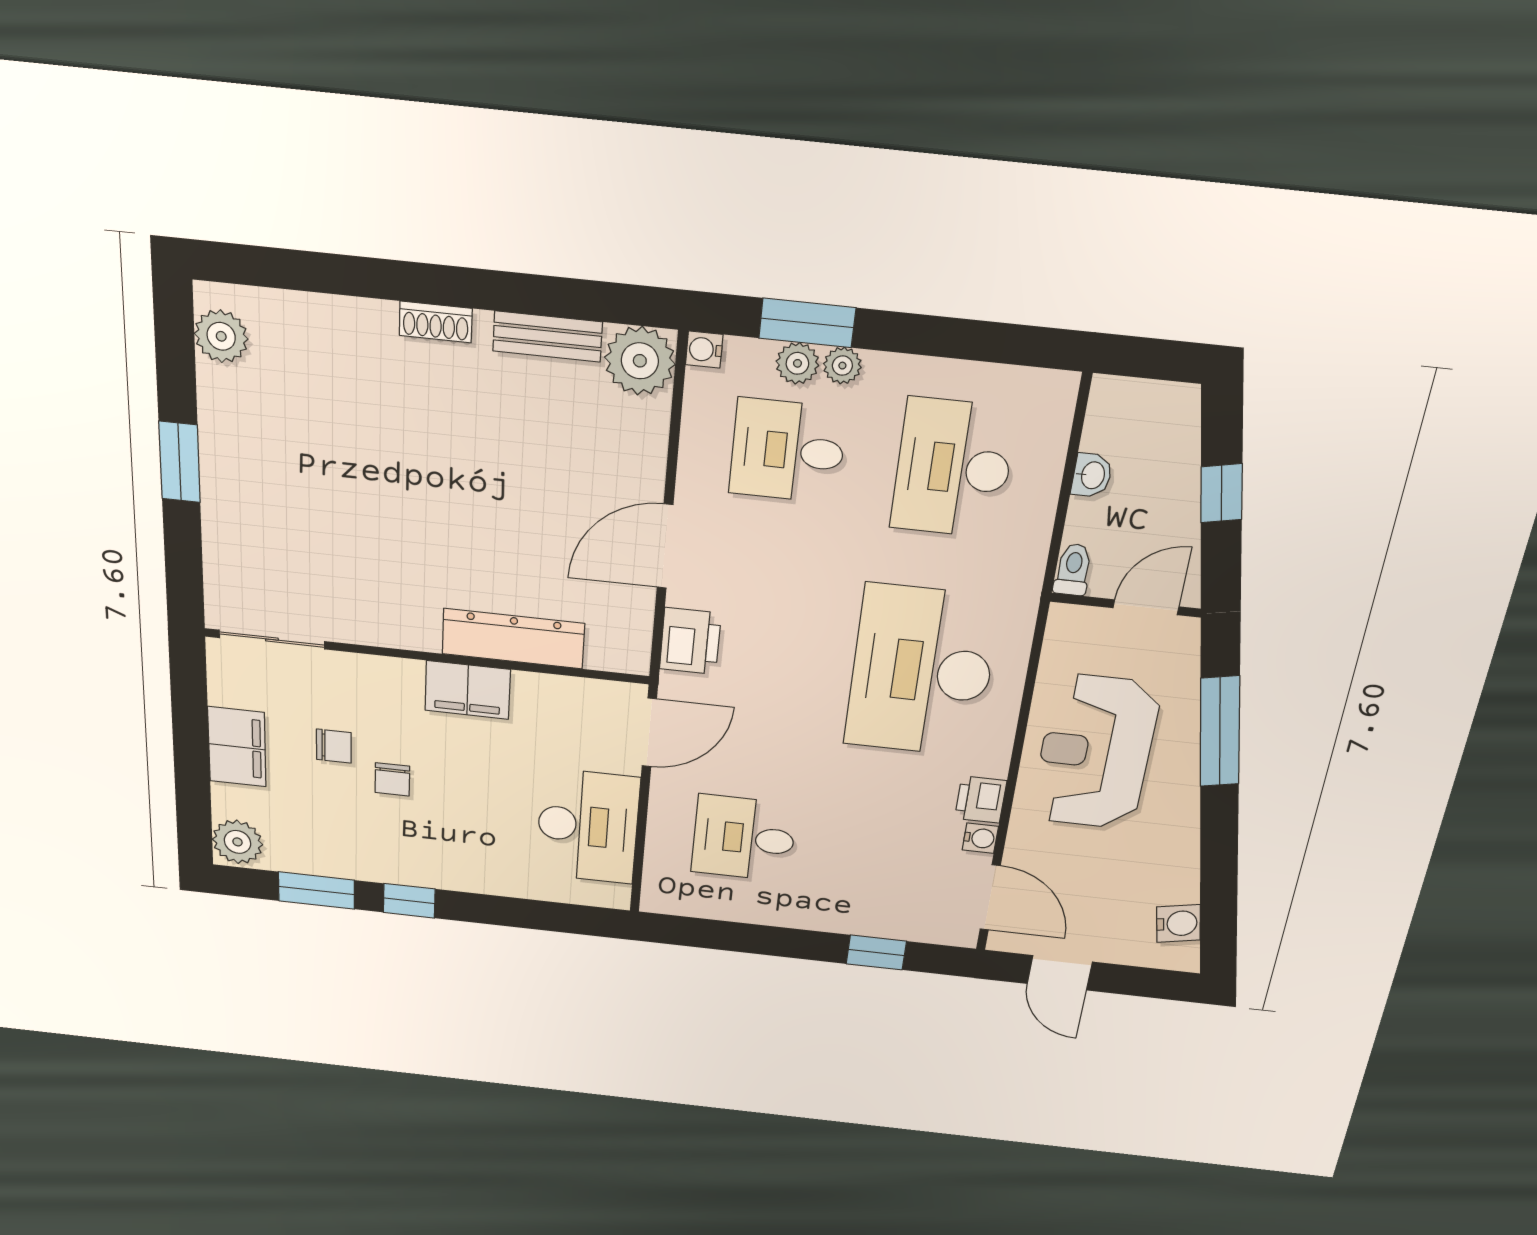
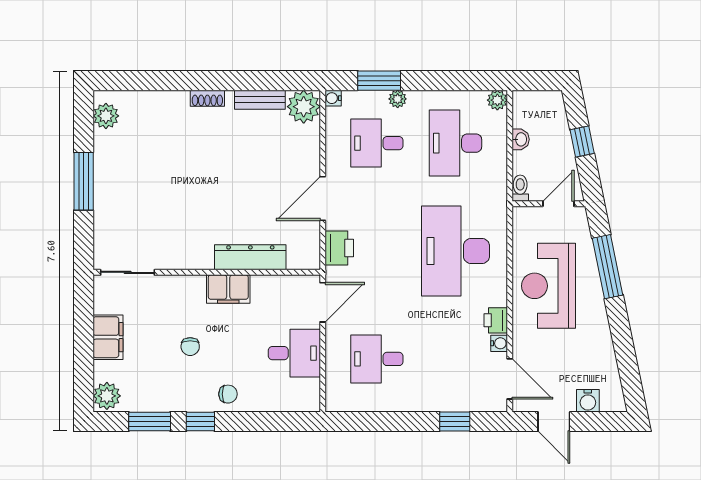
plant: (797, 363) -> (497, 100), moved
window: (180, 462) -> (84, 181), width x1.44
chair: (334, 746) -> (228, 394), moved
desk: (588, 826) -> (294, 353), width x0.73
water cooler: (1178, 923) -> (588, 401), moved, turned 102

